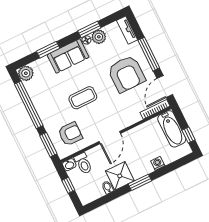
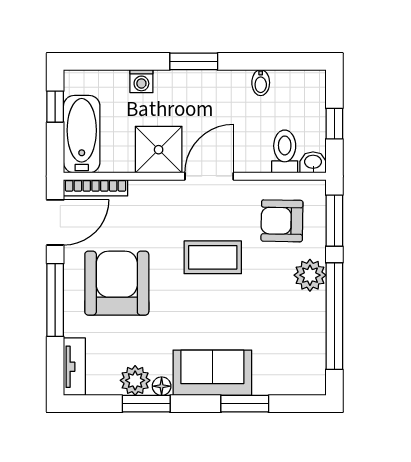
plant: (26, 73) -> (310, 275), moved
coffee table: (83, 98) -> (213, 257), moved
shower: (120, 176) -> (159, 150), moved

